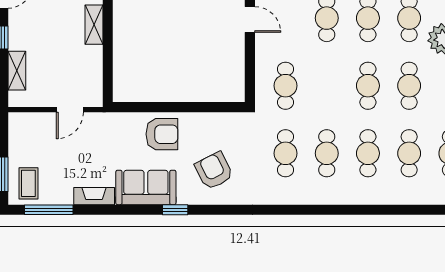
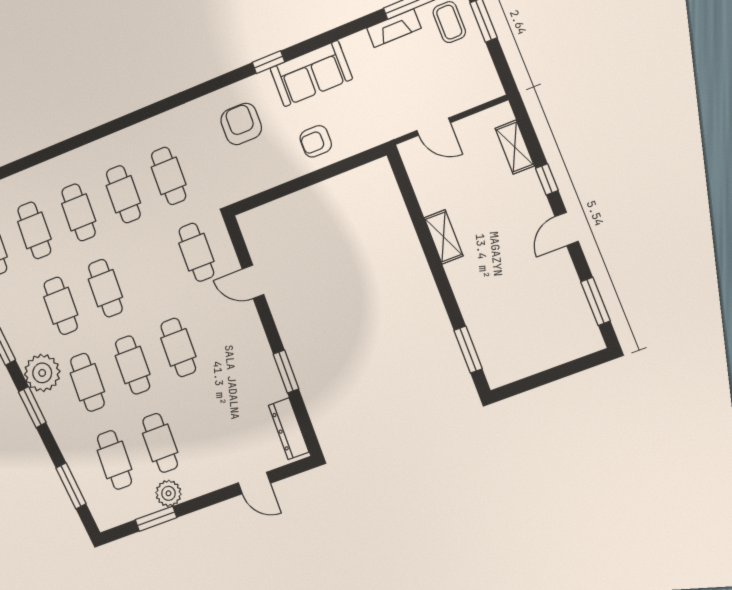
door: (250, 19) -> (253, 282), moved
door: (70, 110) -> (434, 127), swing flipped
armchair: (162, 134) -> (316, 141), width x0.72, depth x0.72
armchair: (214, 171) -> (241, 124), turned -153
fireplace: (94, 196) -> (394, 28), moved

